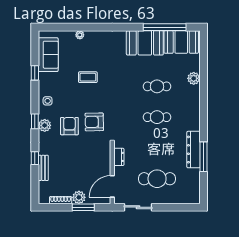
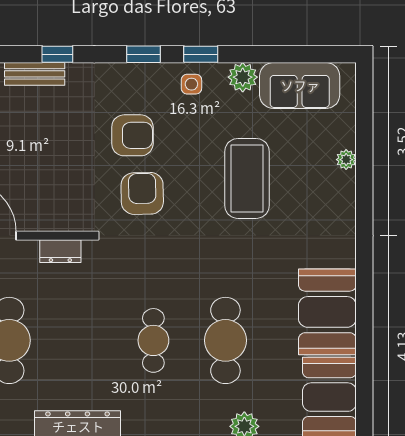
window: (165, 27) -> (364, 358), removed
window: (35, 73) -> (201, 54), moved
coffee table: (88, 77) -> (247, 178), width x1.86, depth x1.72
cafe table: (157, 86) -> (225, 340), width x1.37, depth x1.35
plant: (45, 125) -> (243, 77), moved

